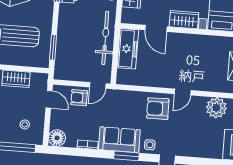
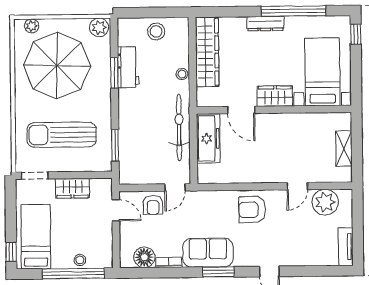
door: (183, 92) -> (297, 186), moved
armchair: (79, 98) -> (153, 205), turned -90
stool: (25, 124) -> (80, 260), moved
floor lamp: (57, 138) -> (144, 257), moved
side table: (150, 145) -> (246, 256), removed

